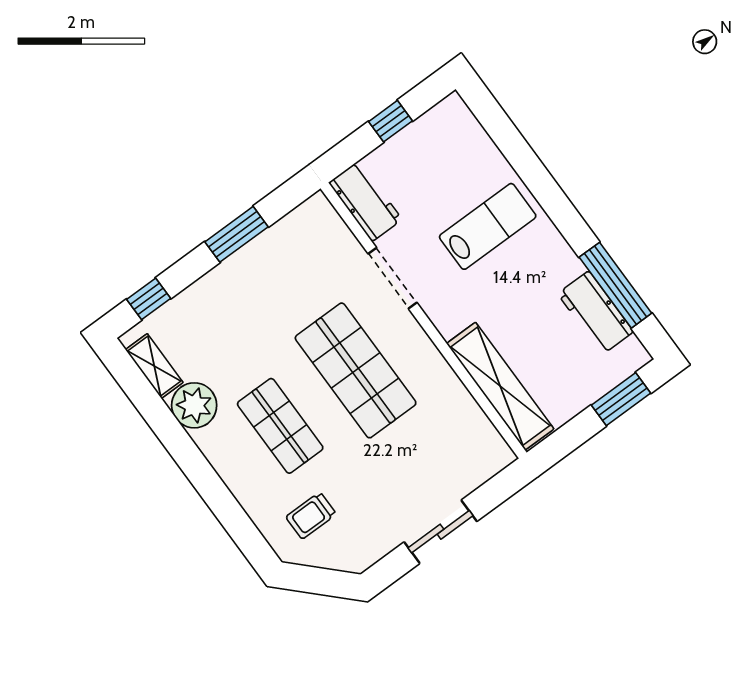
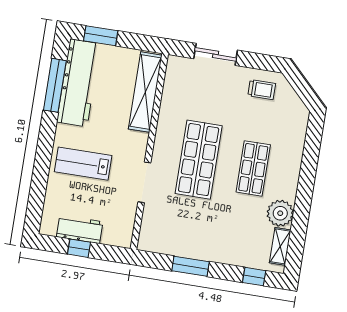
workbench: (365, 201) -> (80, 229), moved, turned 90
workbench: (596, 313) -> (78, 83), width x1.88, depth x1.32
trolley: (311, 516) -> (262, 90), moved
sliding door: (441, 532) -> (216, 54), moved

